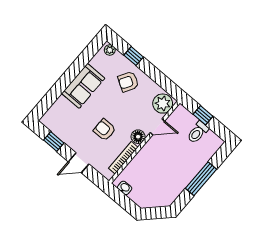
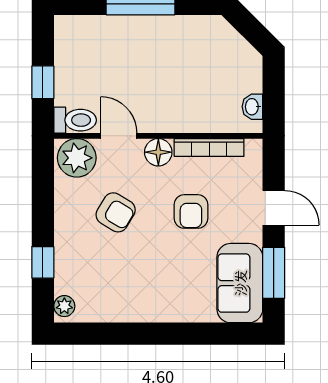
armchair: (128, 82) -> (116, 212), moved
sofa: (83, 86) -> (240, 283), moved, turned -90
toilet: (198, 132) -> (75, 120), moved
window: (54, 141) -> (274, 273), width x1.50

